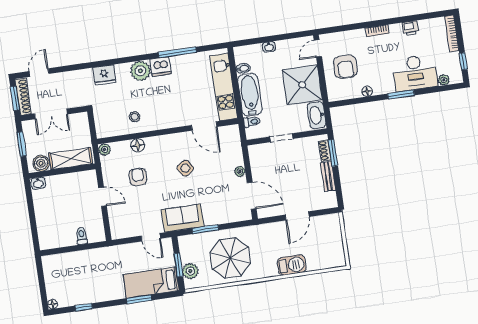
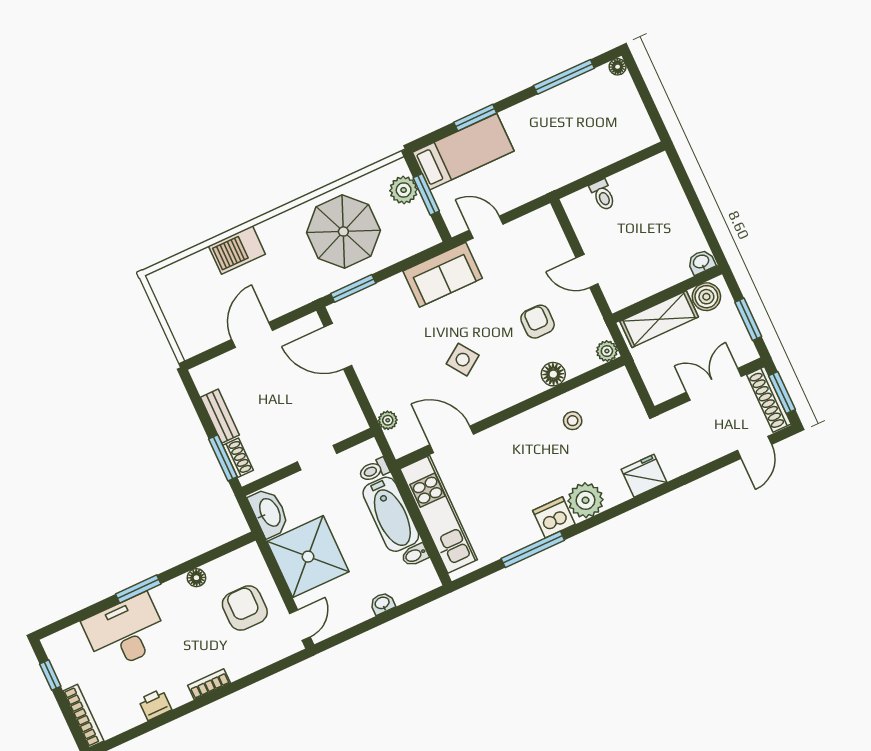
plant: (444, 80) -> (74, 634), removed
plant: (240, 171) -> (388, 420), moved
armchair: (138, 177) -> (538, 322), turned 180
window: (205, 229) -> (353, 288), moved
window: (84, 307) -> (564, 77), width x2.17

